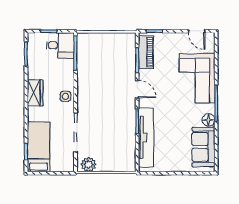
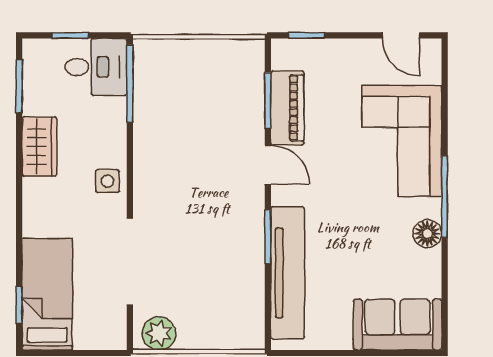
piano: (146, 52) -> (287, 108), moved
wardrobe: (35, 93) -> (39, 146), moved
sofa: (203, 147) -> (397, 325), moved, turned 90

